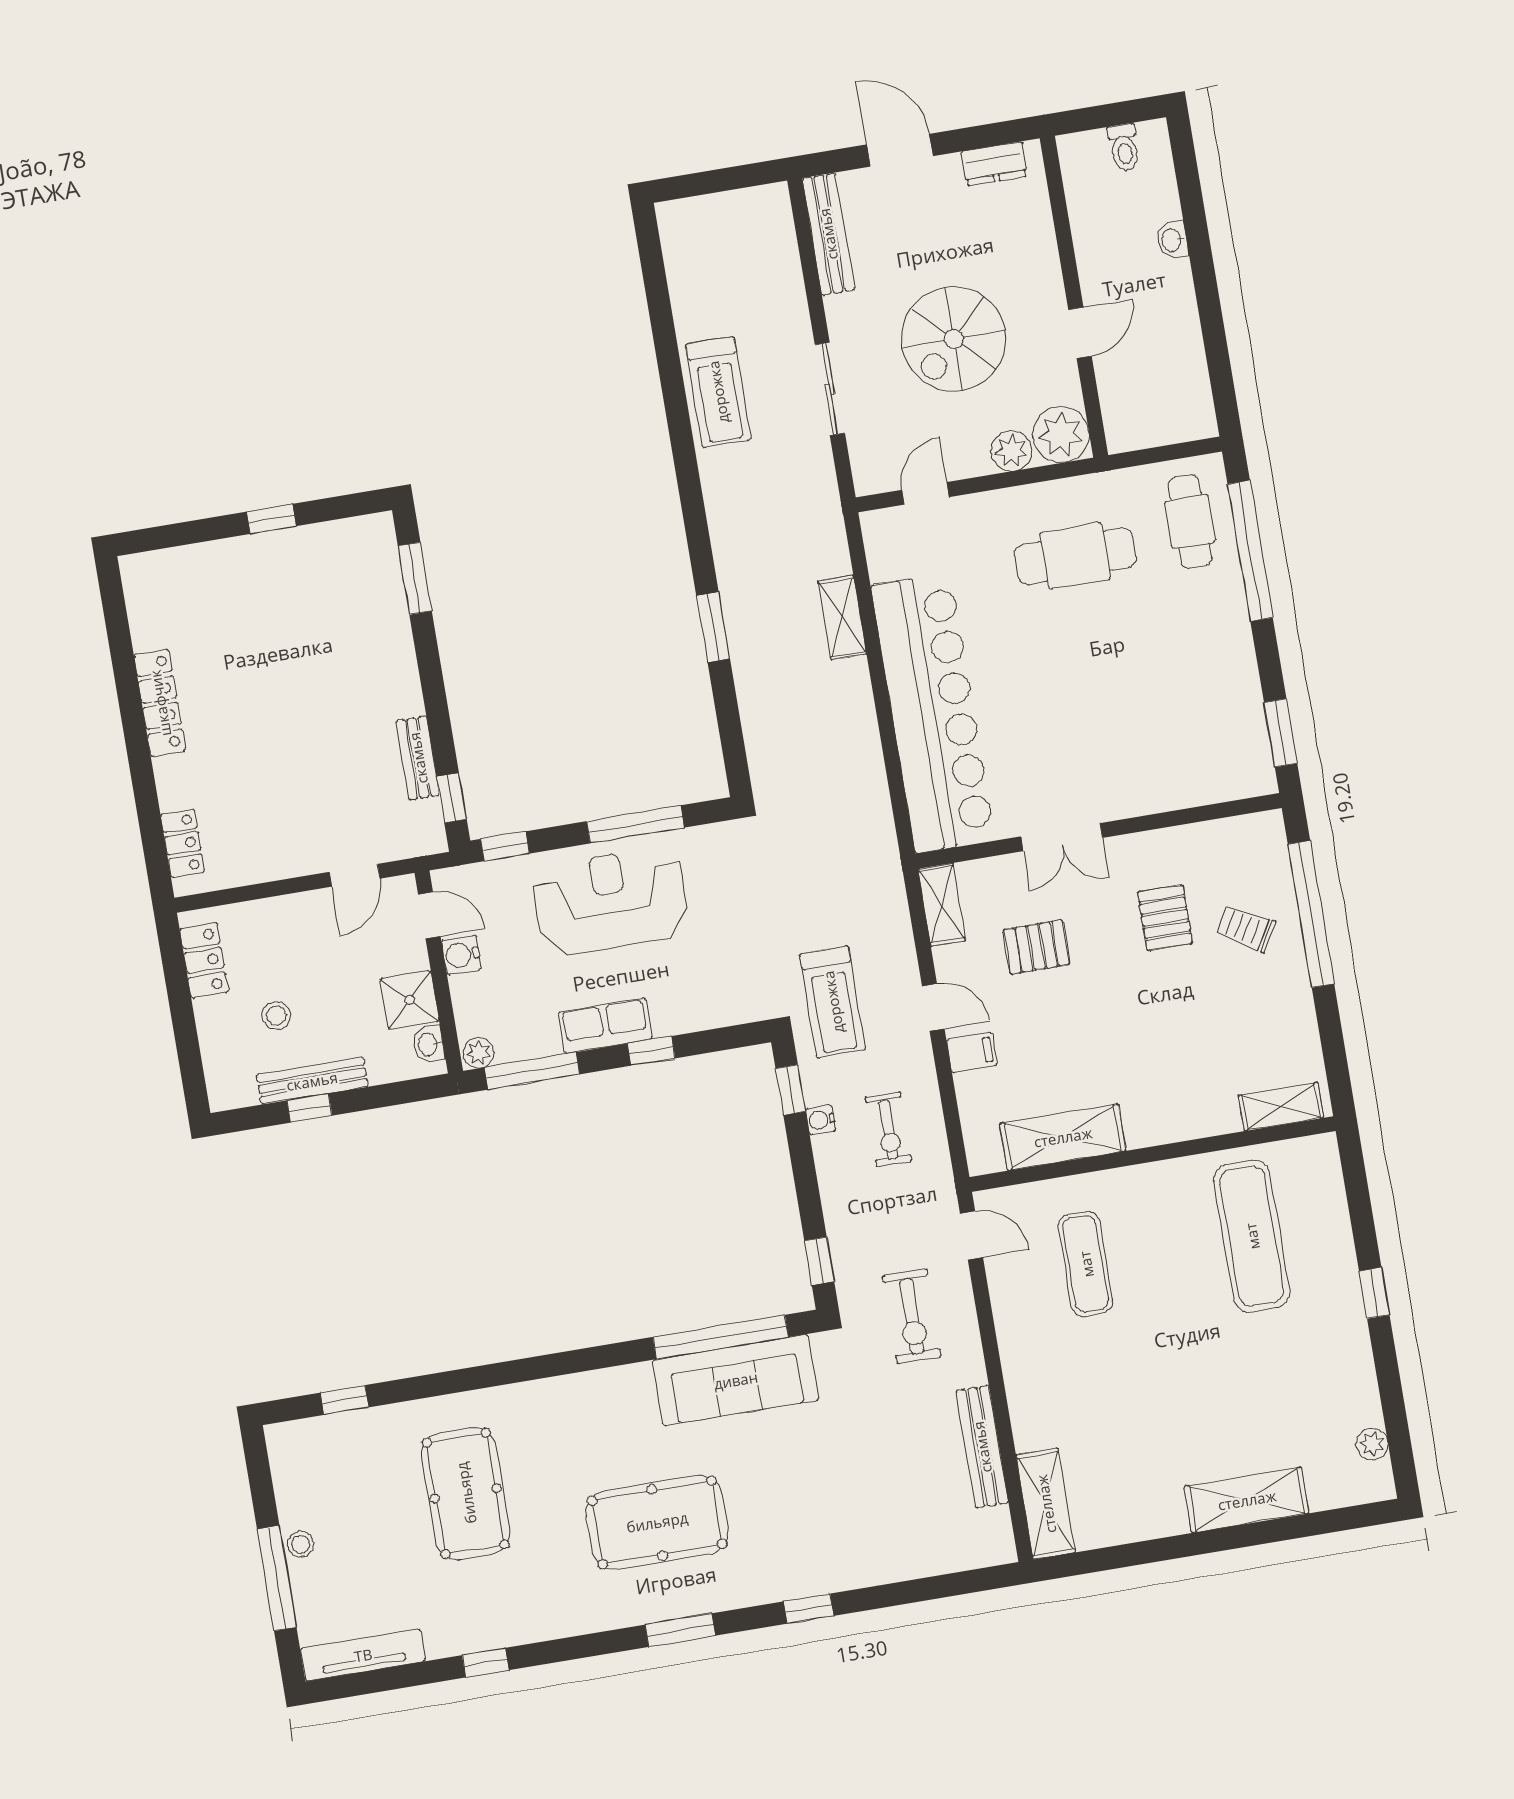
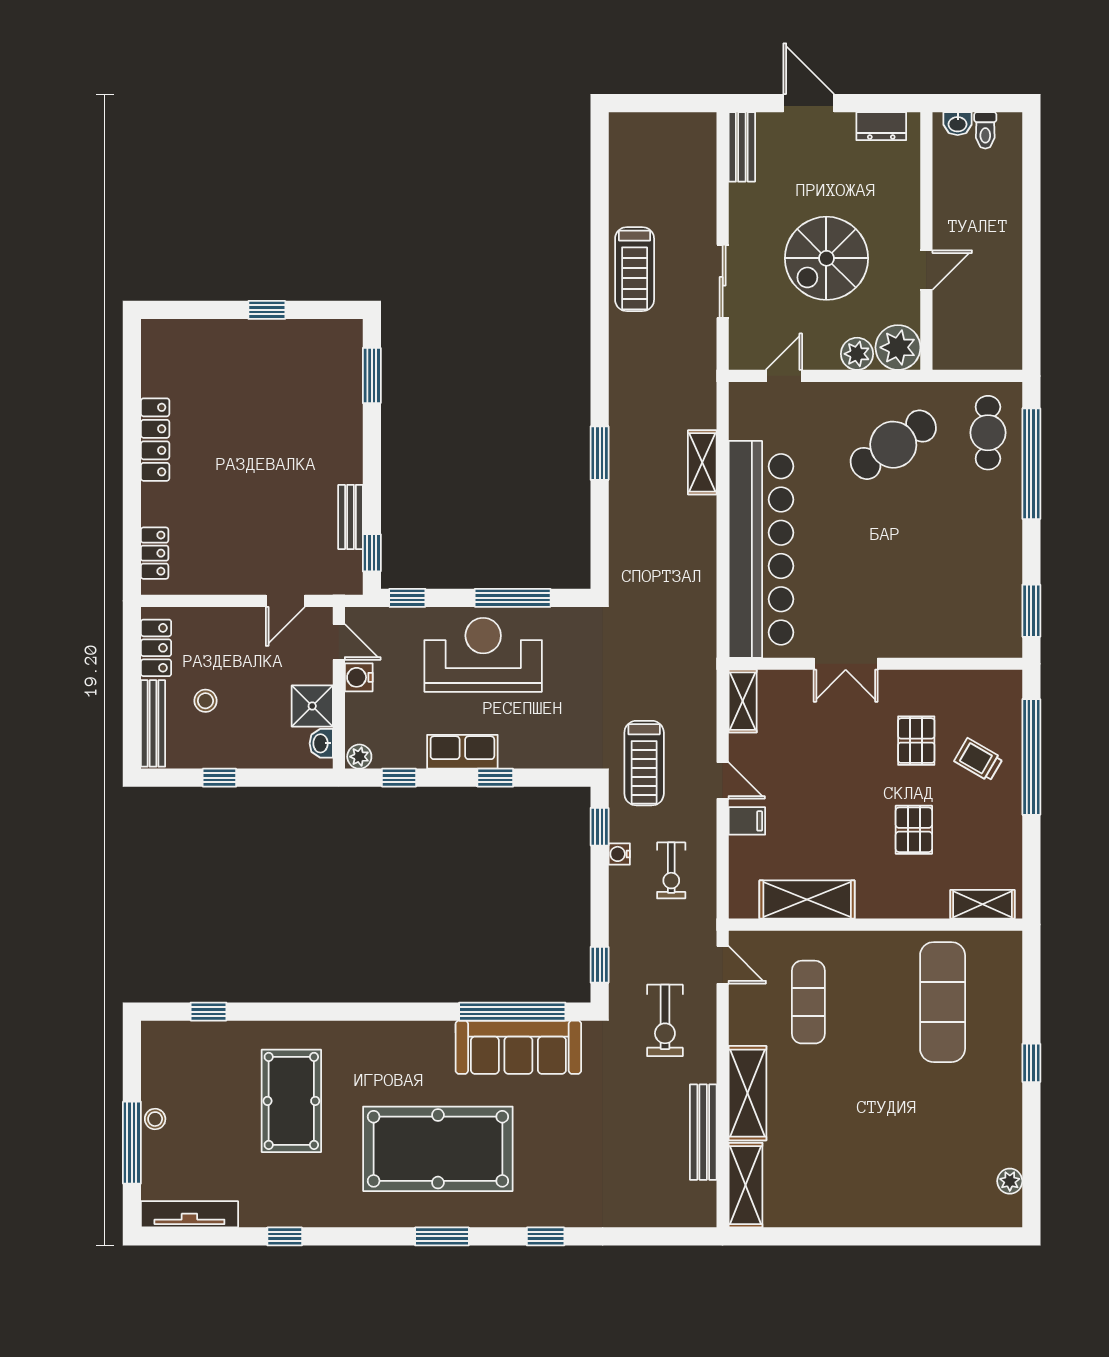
bench: (828, 234) -> (742, 147), width x0.73
washbasin: (1172, 240) -> (958, 124), moved, turned -90
cafe table: (1075, 556) -> (893, 445), turned -34
pallet: (1036, 947) -> (914, 830), moved, turned 90
window: (532, 1071) -> (399, 778), width x0.46
bench: (312, 1081) -> (153, 723), moved, turned 90
shelving: (1247, 1500) -> (747, 1093), moved, turned 90
pool table: (657, 1522) -> (438, 1149), width x1.36, depth x1.32

